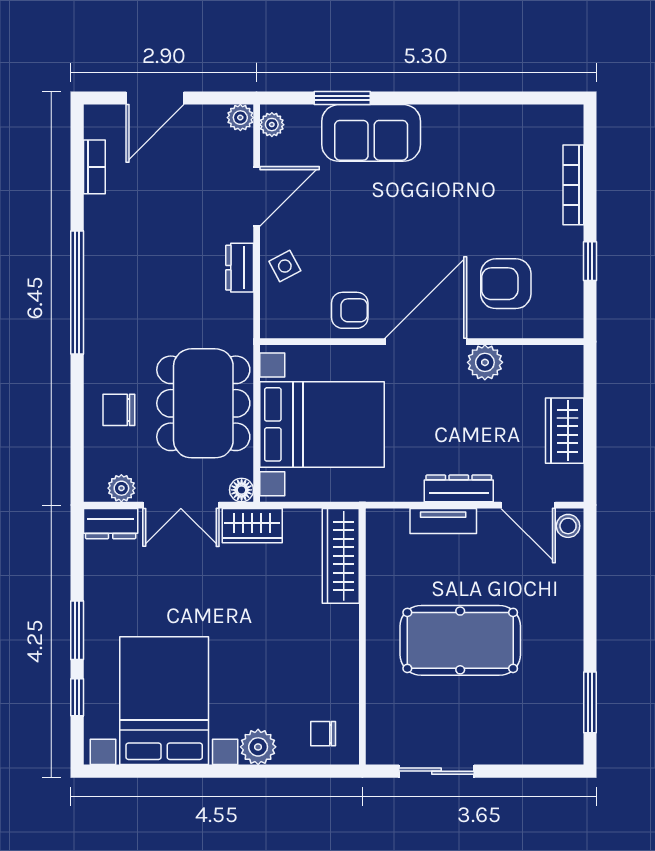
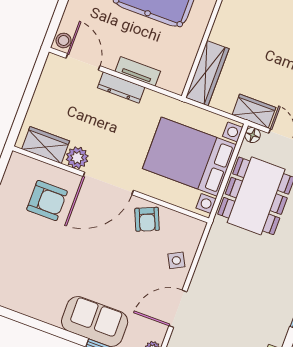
dresser: (240, 268) -> (204, 270), removed
armchair: (350, 310) -> (147, 219), turned -113
wardrobe: (565, 431) -> (46, 145), moved, turned -90

